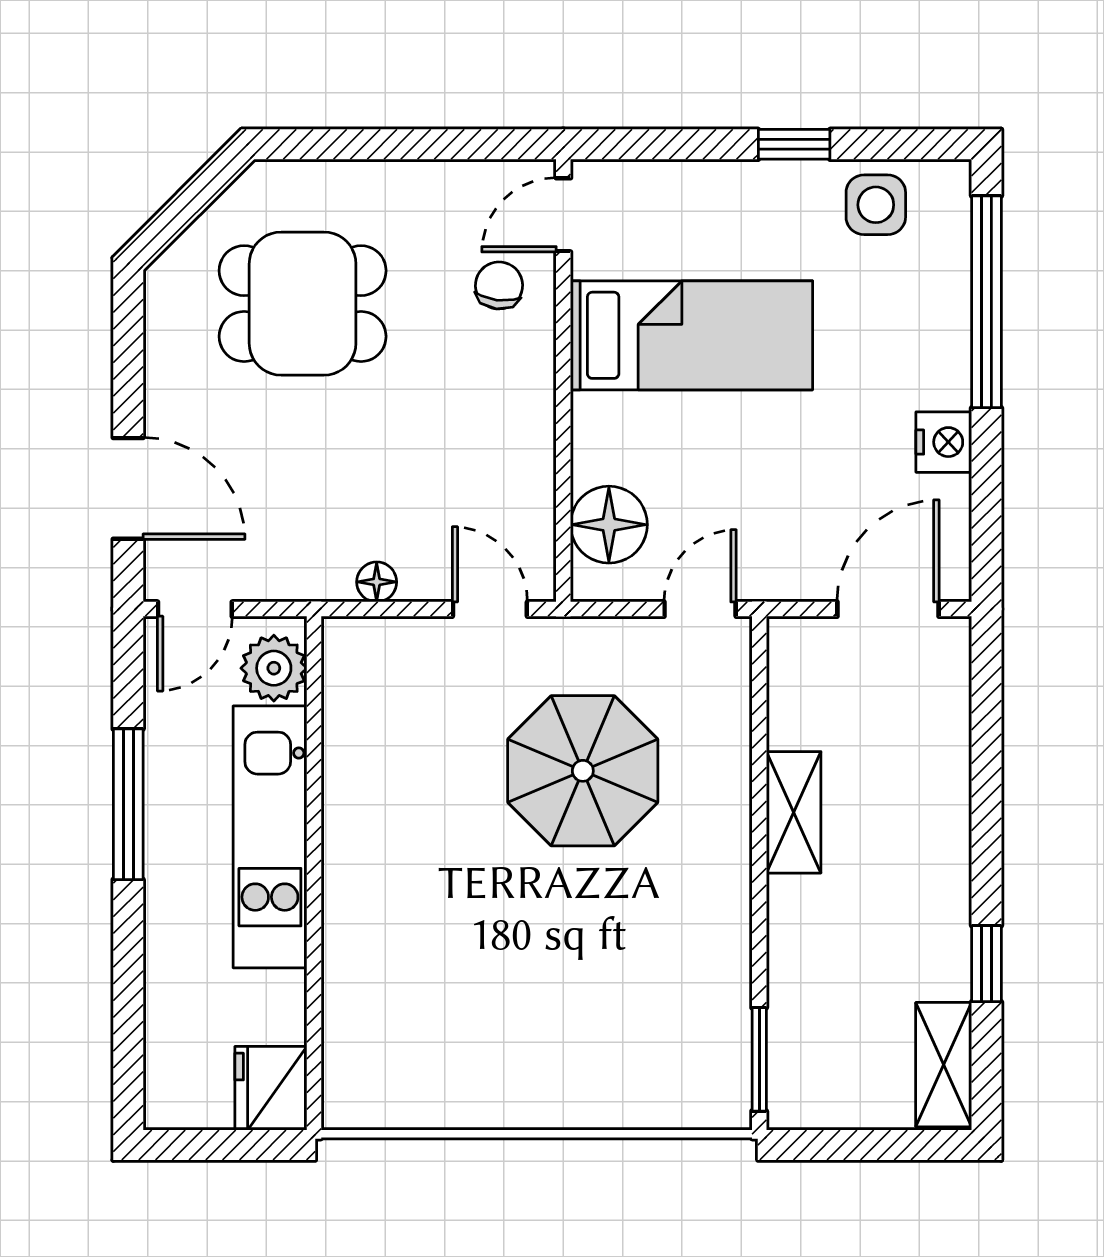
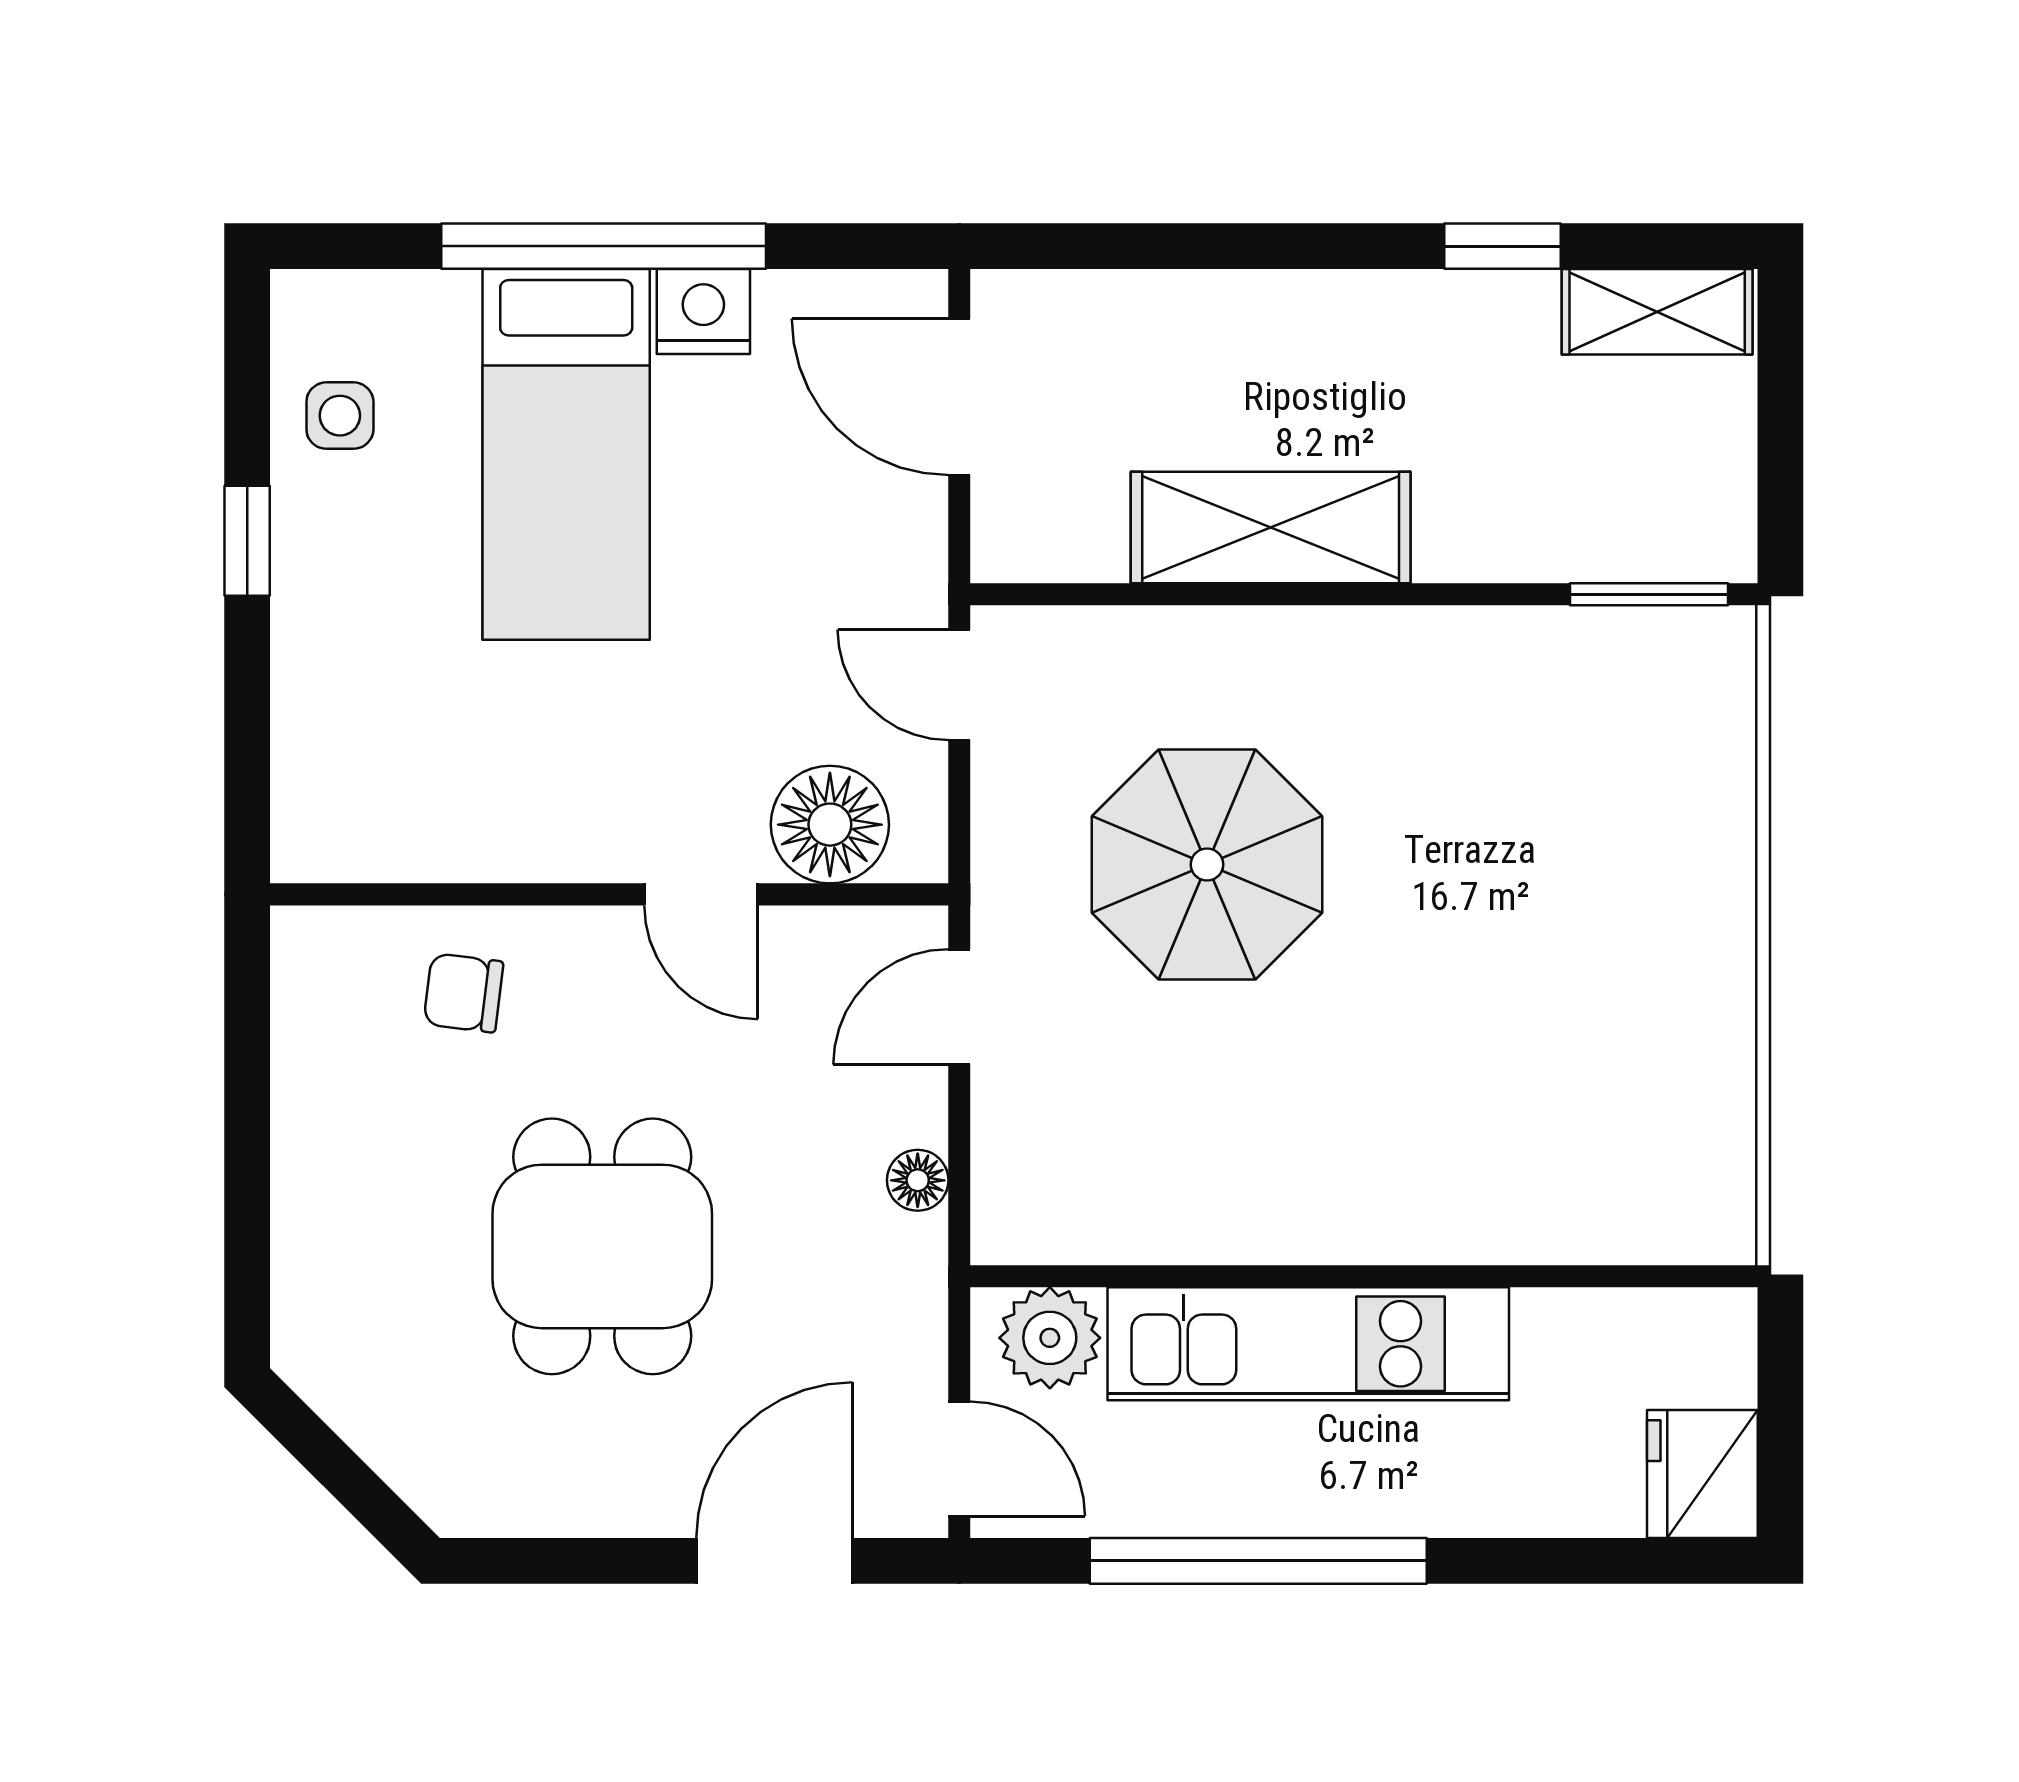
side table: (876, 205) -> (340, 416), width x0.73, depth x0.73
door: (563, 215) -> (701, 894), moved
window: (986, 302) -> (604, 246), moved
dining table: (303, 304) -> (602, 1246), moved
bed: (692, 335) -> (566, 454), moved, turned 180
window: (128, 804) -> (1258, 1561), width x1.46
shelving: (794, 812) -> (1271, 528), width x1.50, depth x1.33
fridge: (271, 1088) -> (1702, 1474), moved, turned 90

